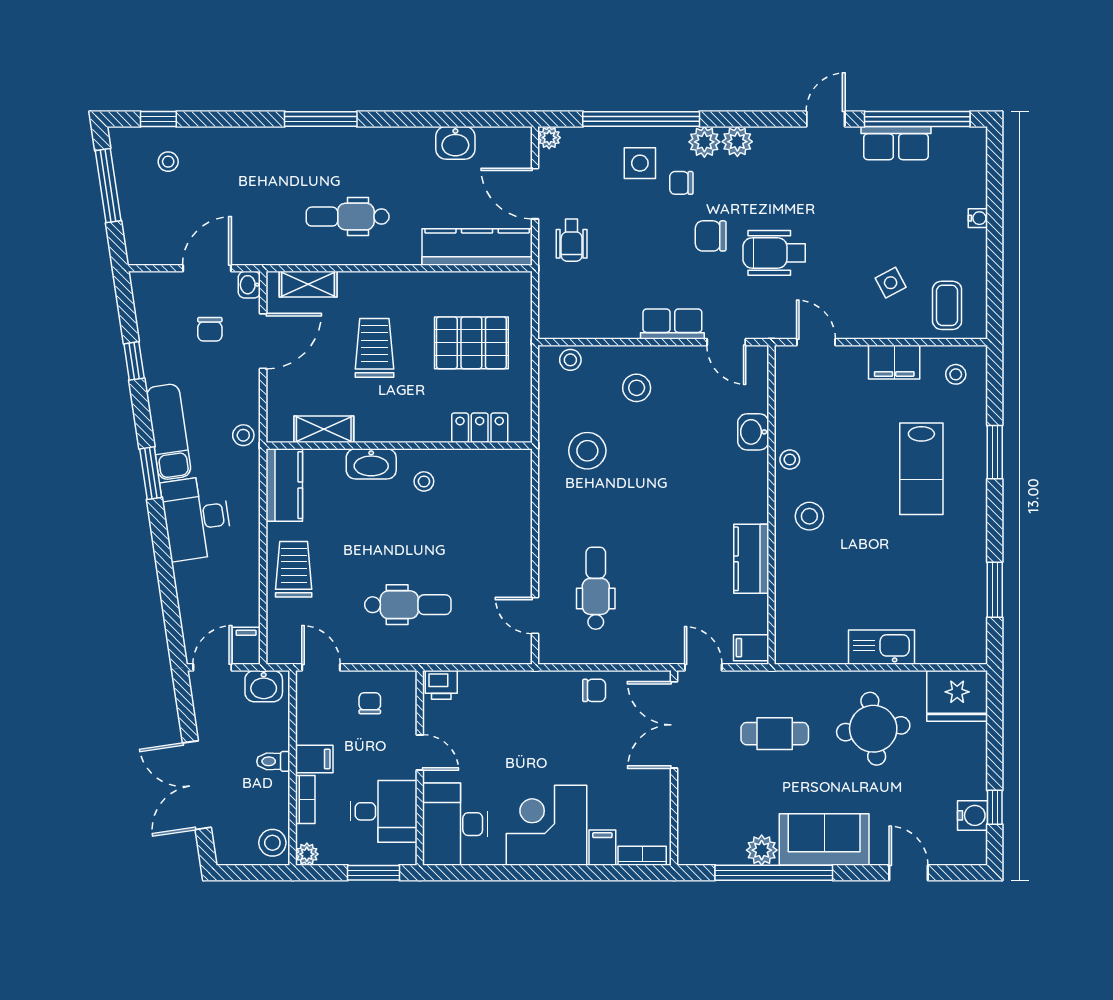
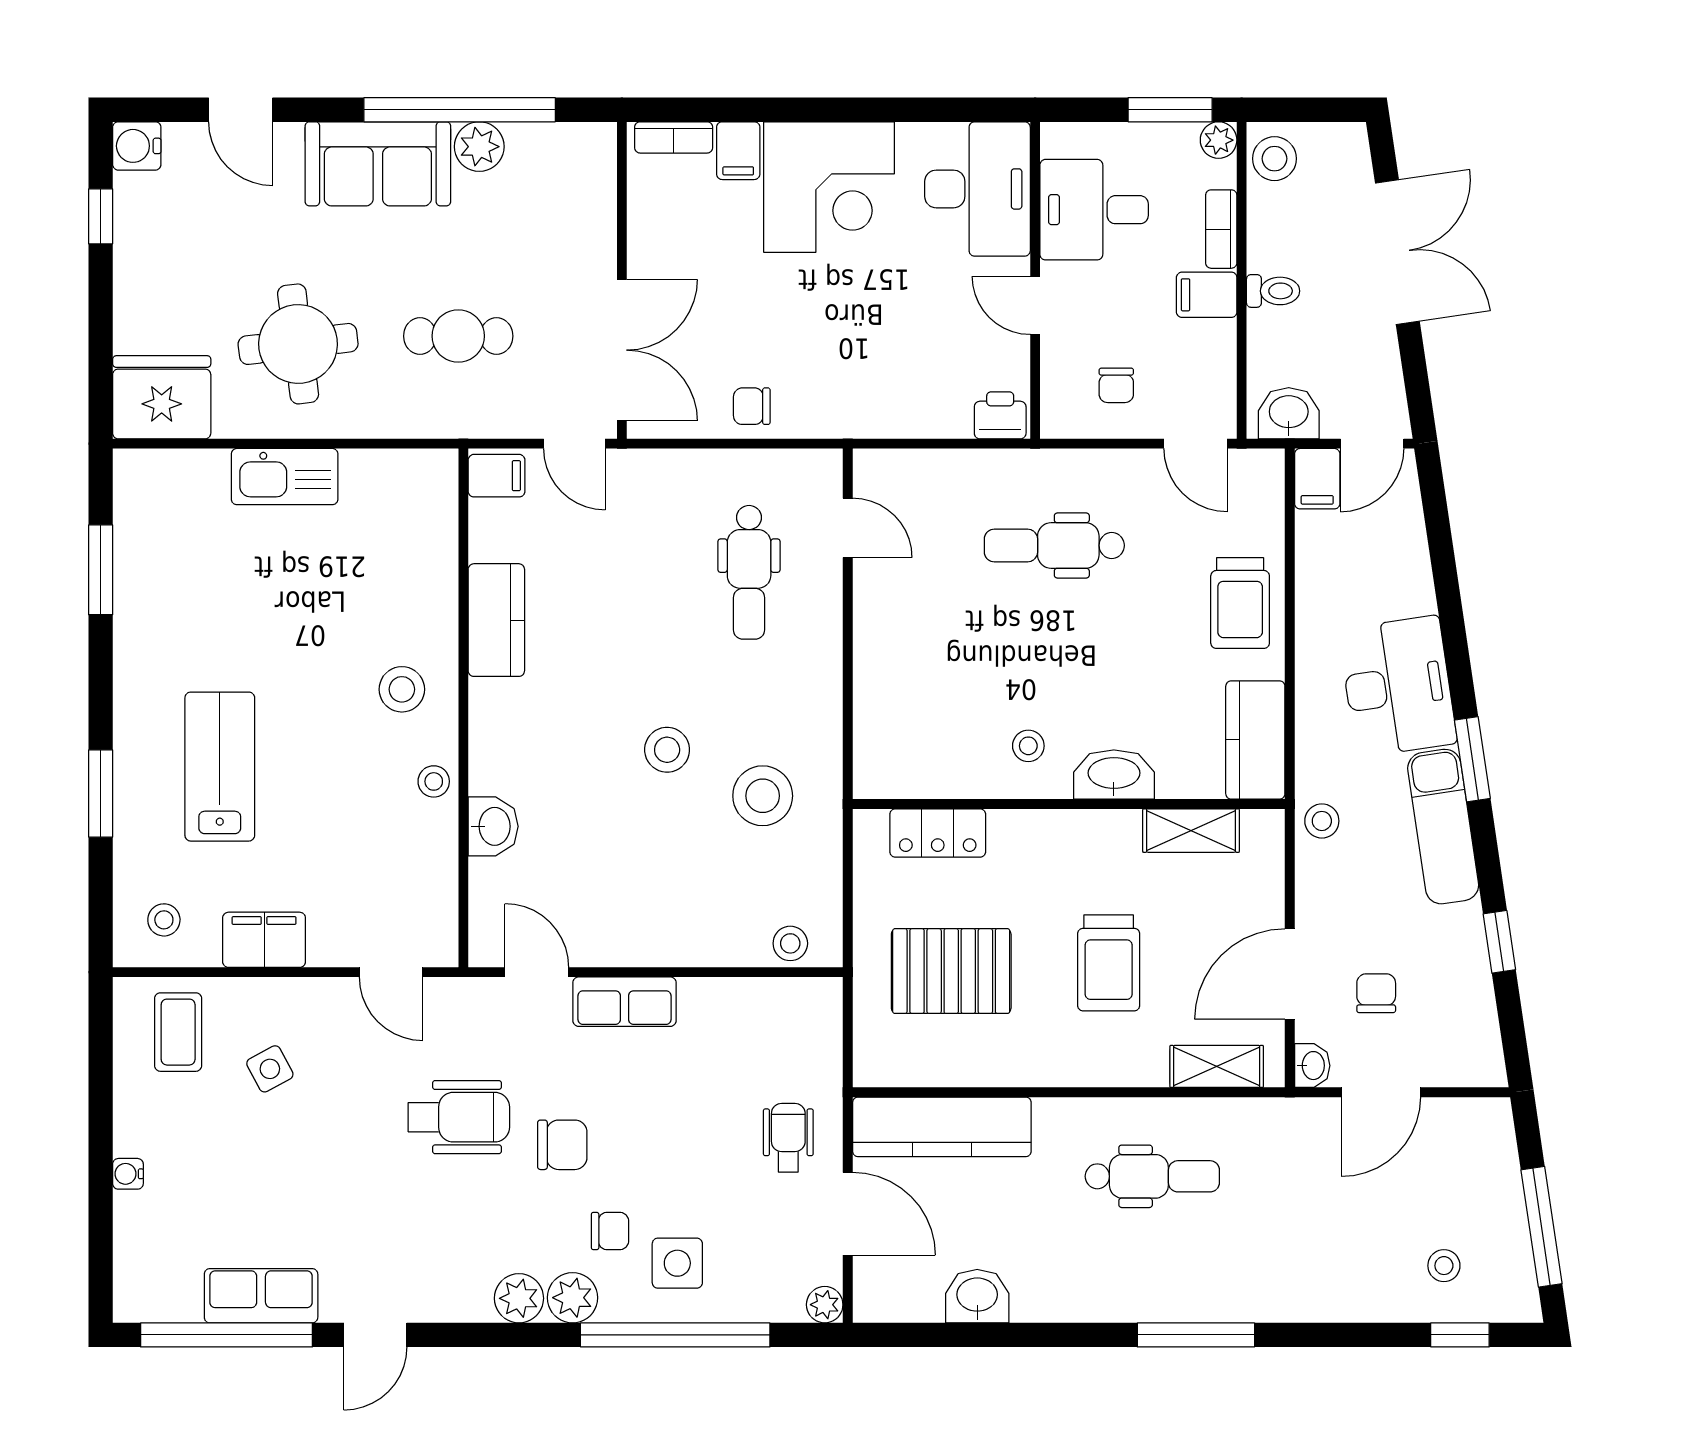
stool: (637, 388) -> (667, 750), moved
water cooler: (972, 815) -> (137, 146), moved
window: (374, 873) -> (1170, 110), moved

